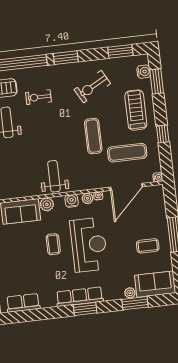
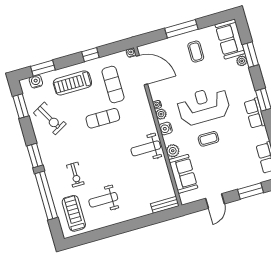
exercise bike: (92, 87) -> (50, 118), moved
door: (126, 187) -> (142, 70), moved
row of seats: (80, 297) -> (255, 113), width x0.68

